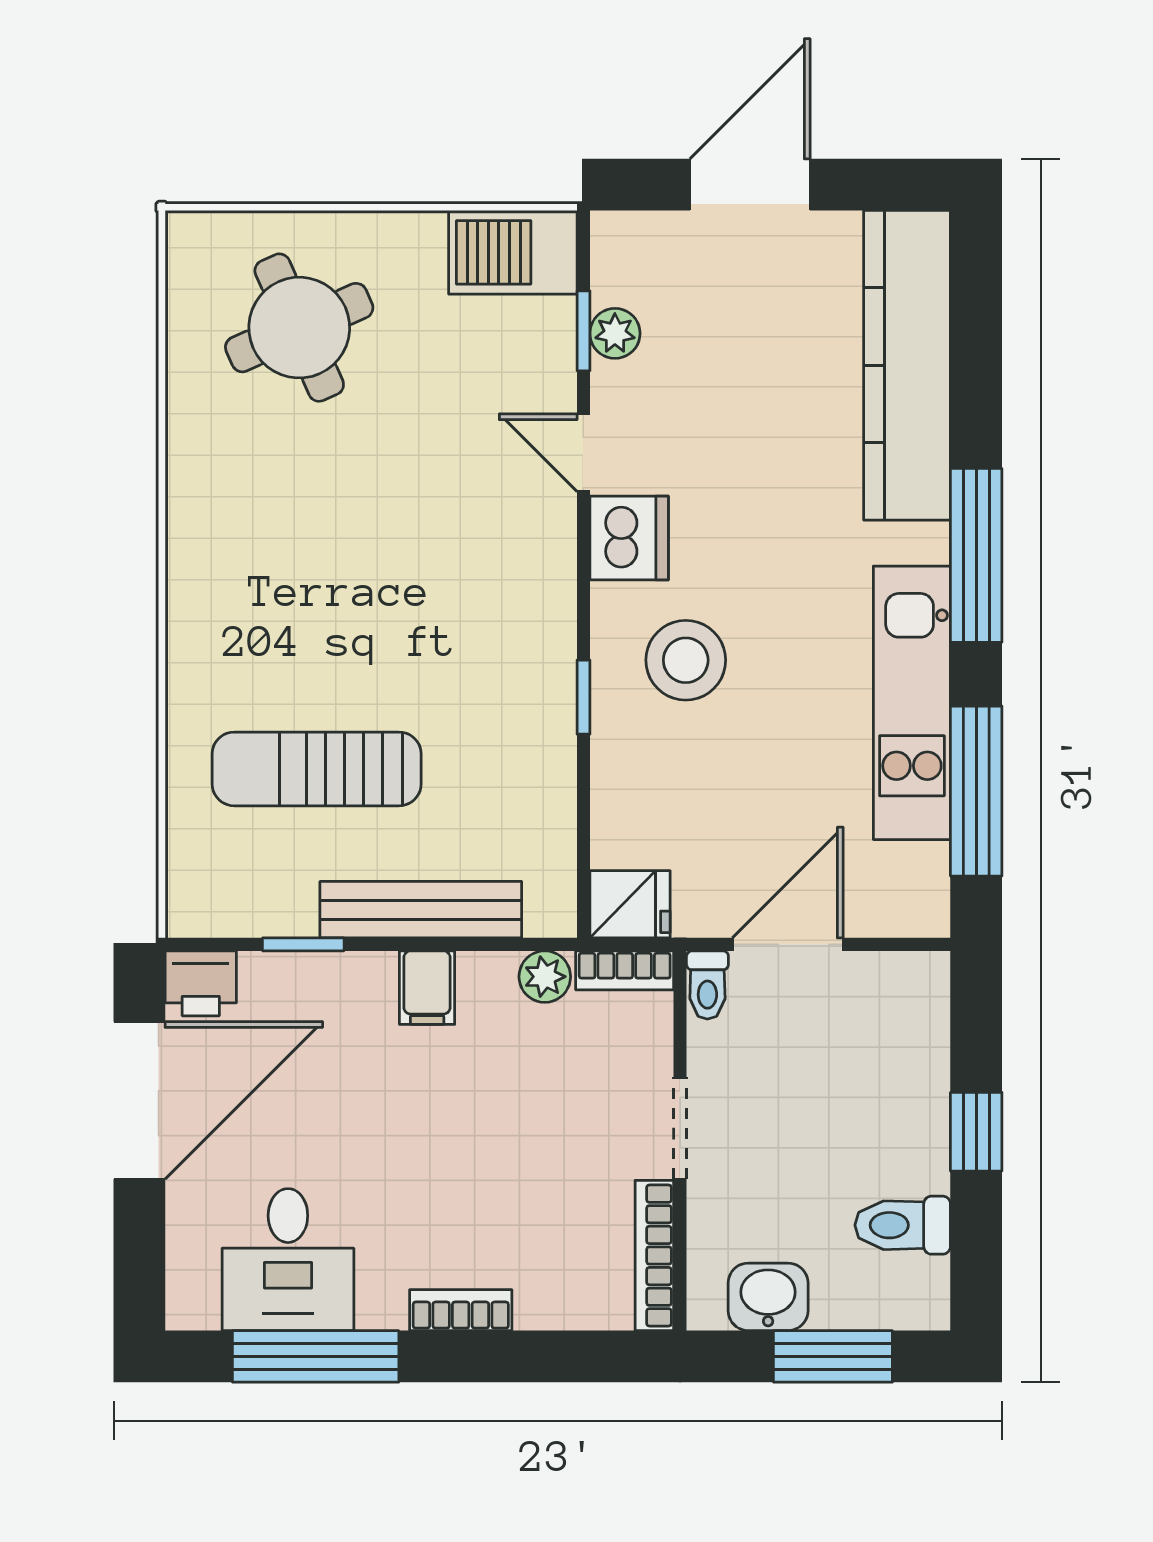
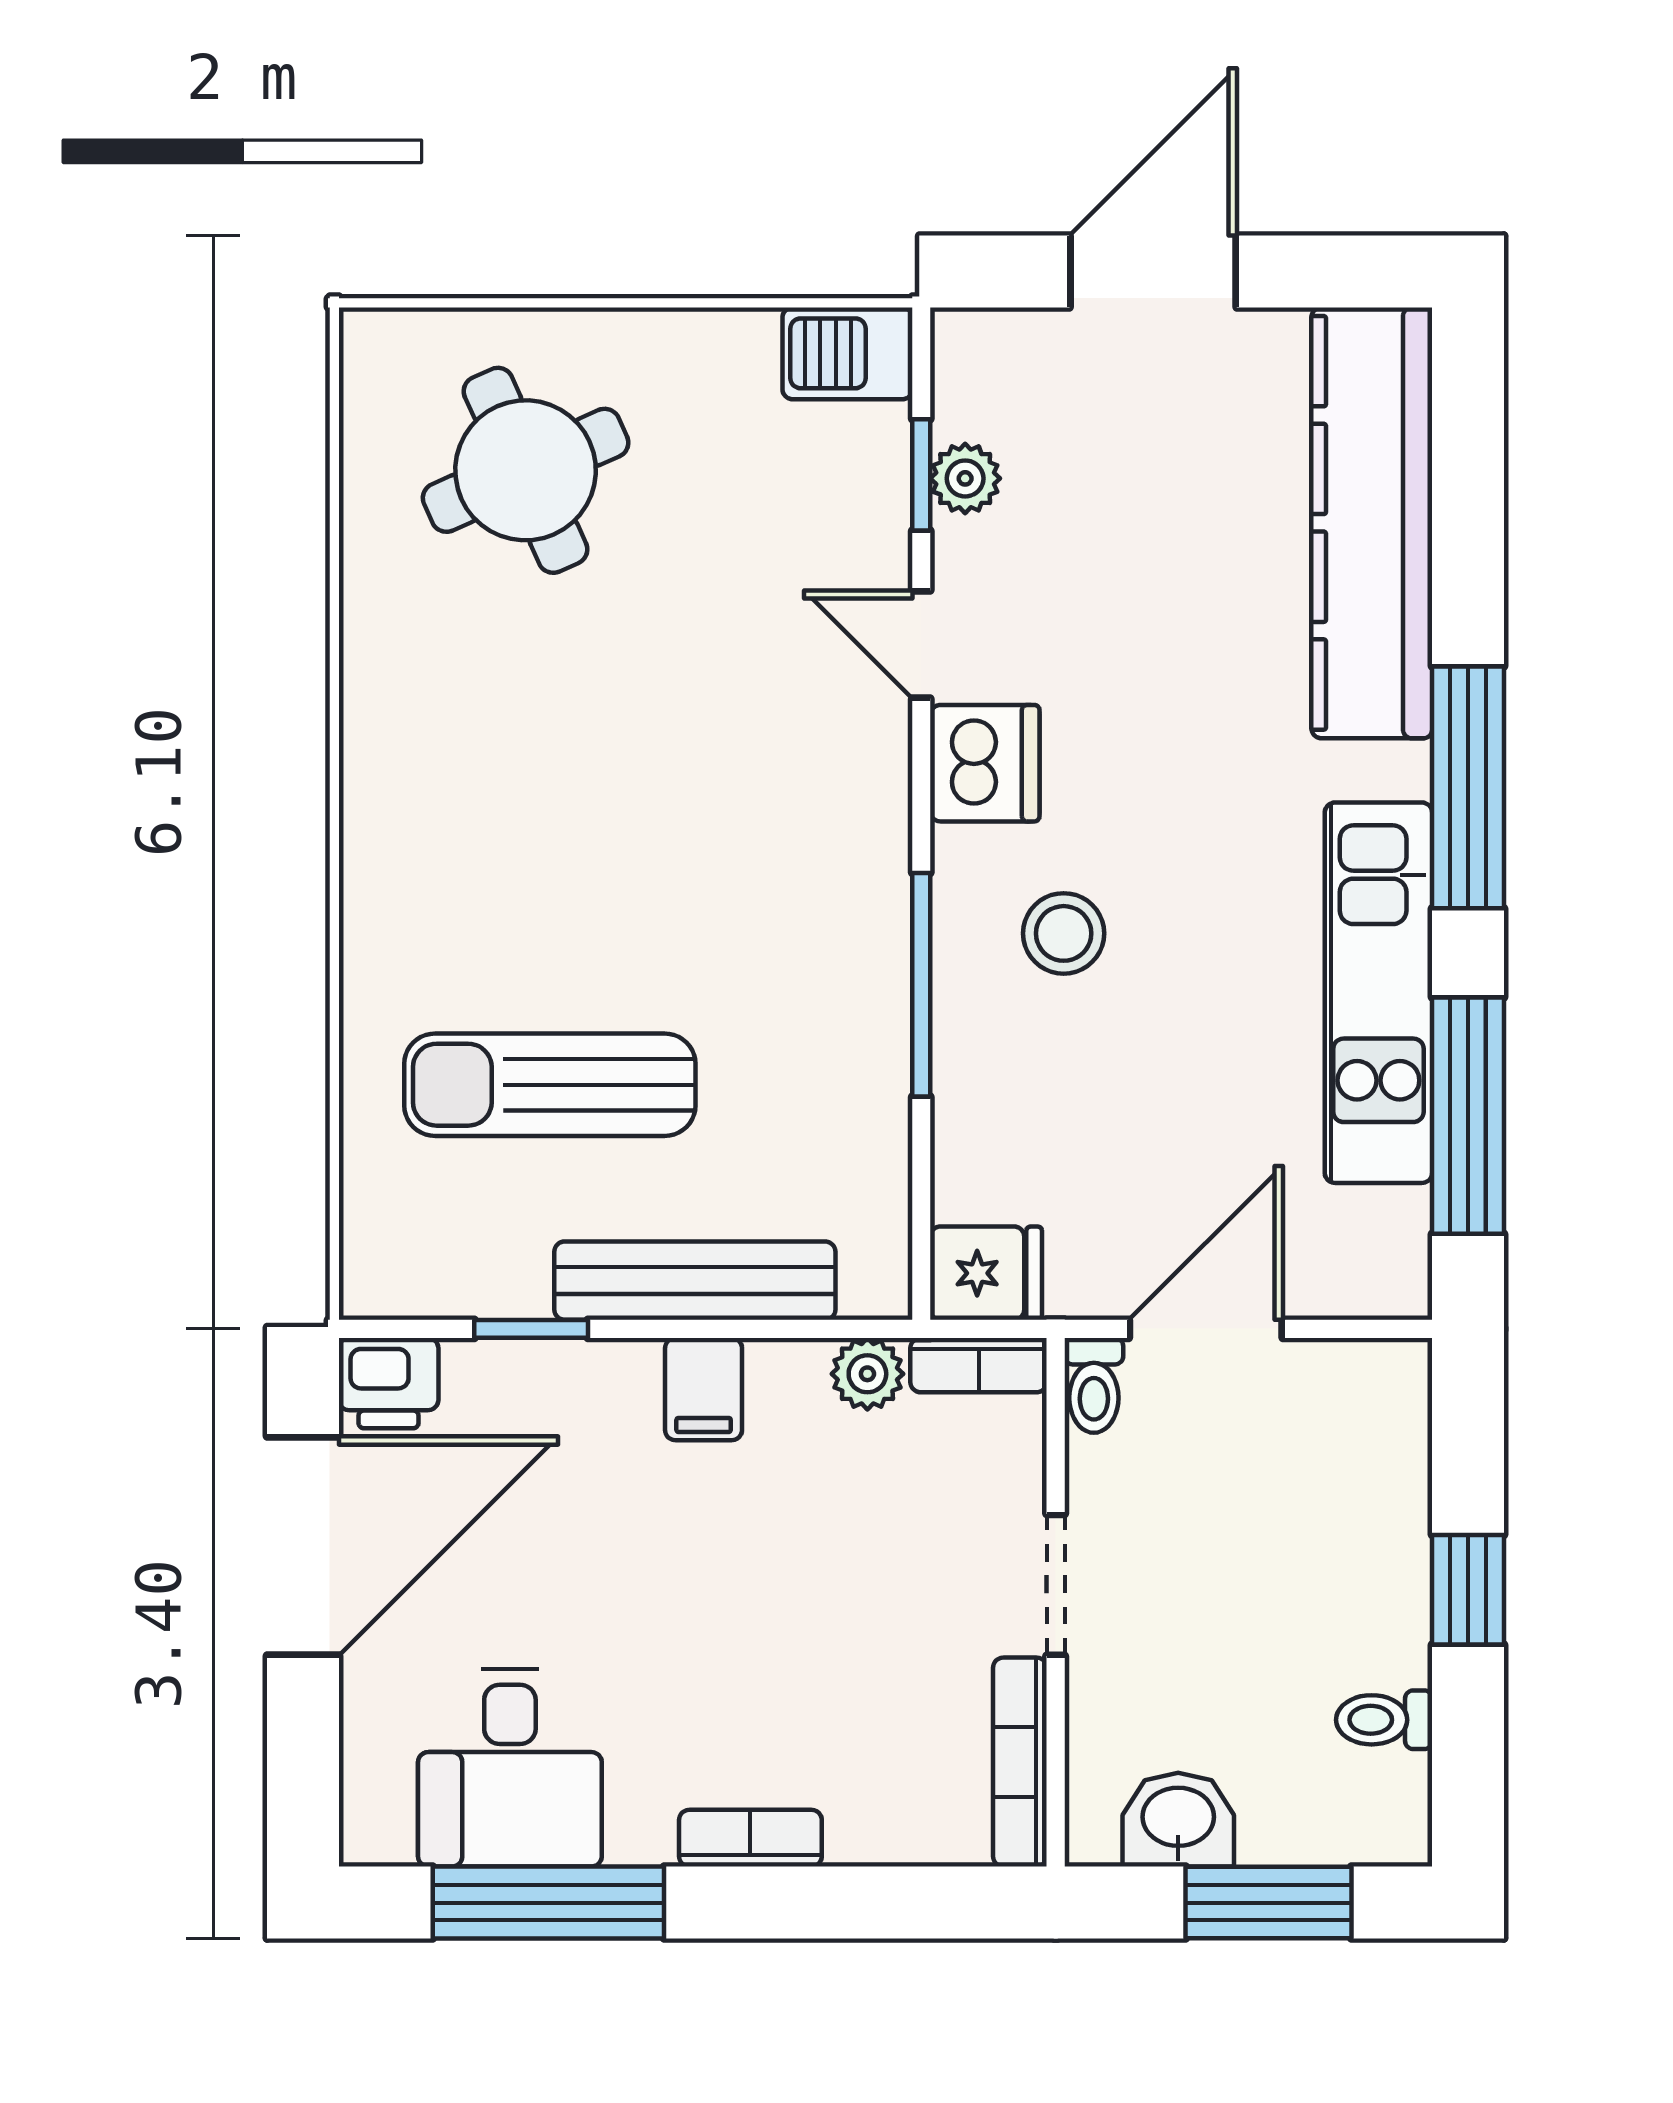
barbecue: (513, 252) -> (847, 353), width x0.73, depth x0.79
stool: (686, 660) -> (1064, 933), width x0.73, depth x0.73
window: (583, 697) -> (921, 985), width x2.17
toilet: (903, 1225) -> (1384, 1720), width x0.73, depth x0.72

